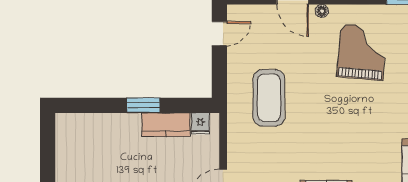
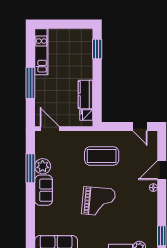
grand piano: (362, 52) -> (99, 201), moved
window: (143, 105) -> (97, 49), moved

